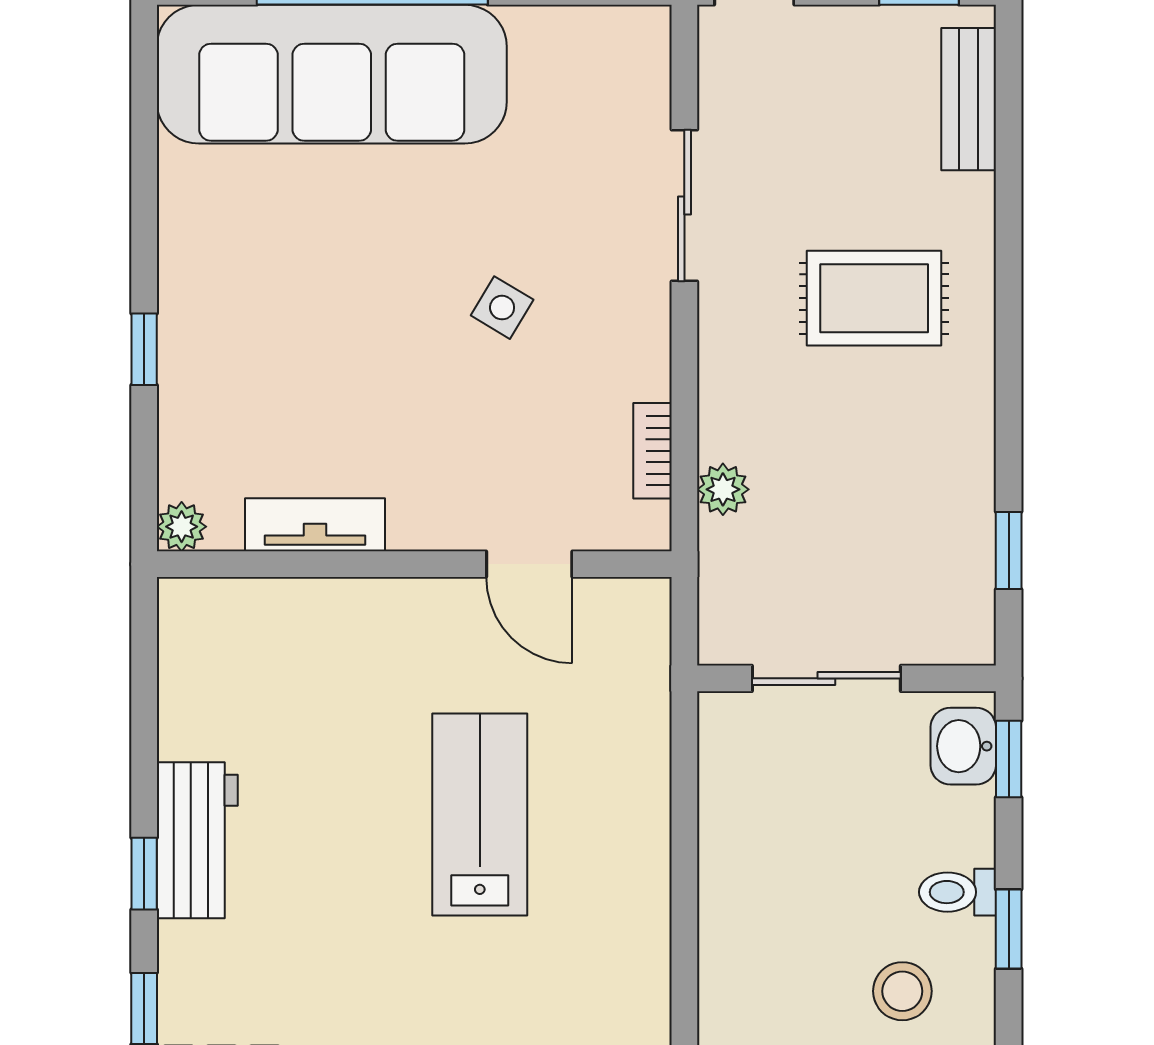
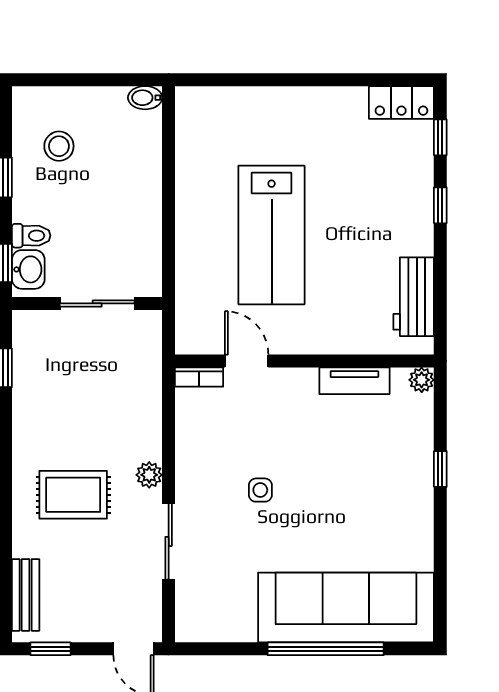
side table: (502, 308) -> (260, 490), turned -31
bookcase: (653, 451) -> (199, 377), moved, turned 90
plant: (723, 489) -> (149, 475), moved
lab bench: (480, 815) -> (272, 235), width x1.36, depth x1.39
workbench: (197, 840) -> (414, 297), moved
toilet: (957, 892) -> (31, 236), moved

